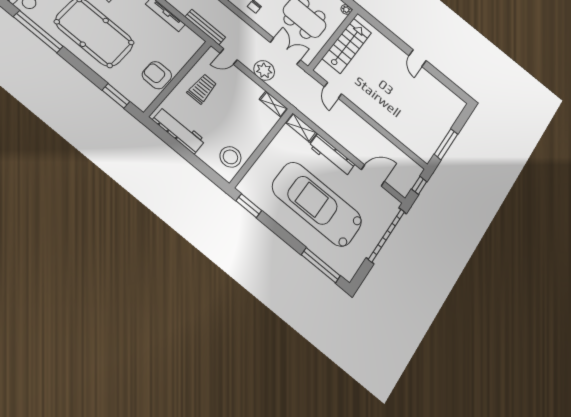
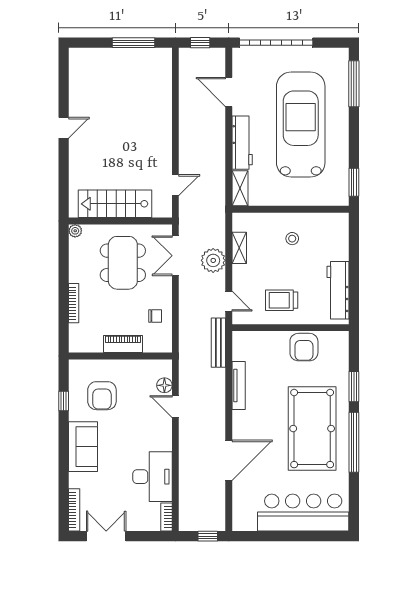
window: (38, 32) -> (354, 442), moved
window: (116, 96) -> (354, 387), moved
shelving: (274, 104) -> (239, 248), moved
stool: (230, 157) -> (292, 239), moved, width x0.53, depth x0.53
car: (317, 204) -> (301, 124), turned 180

